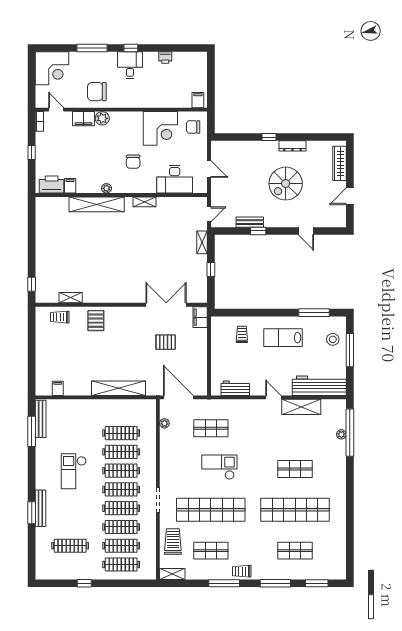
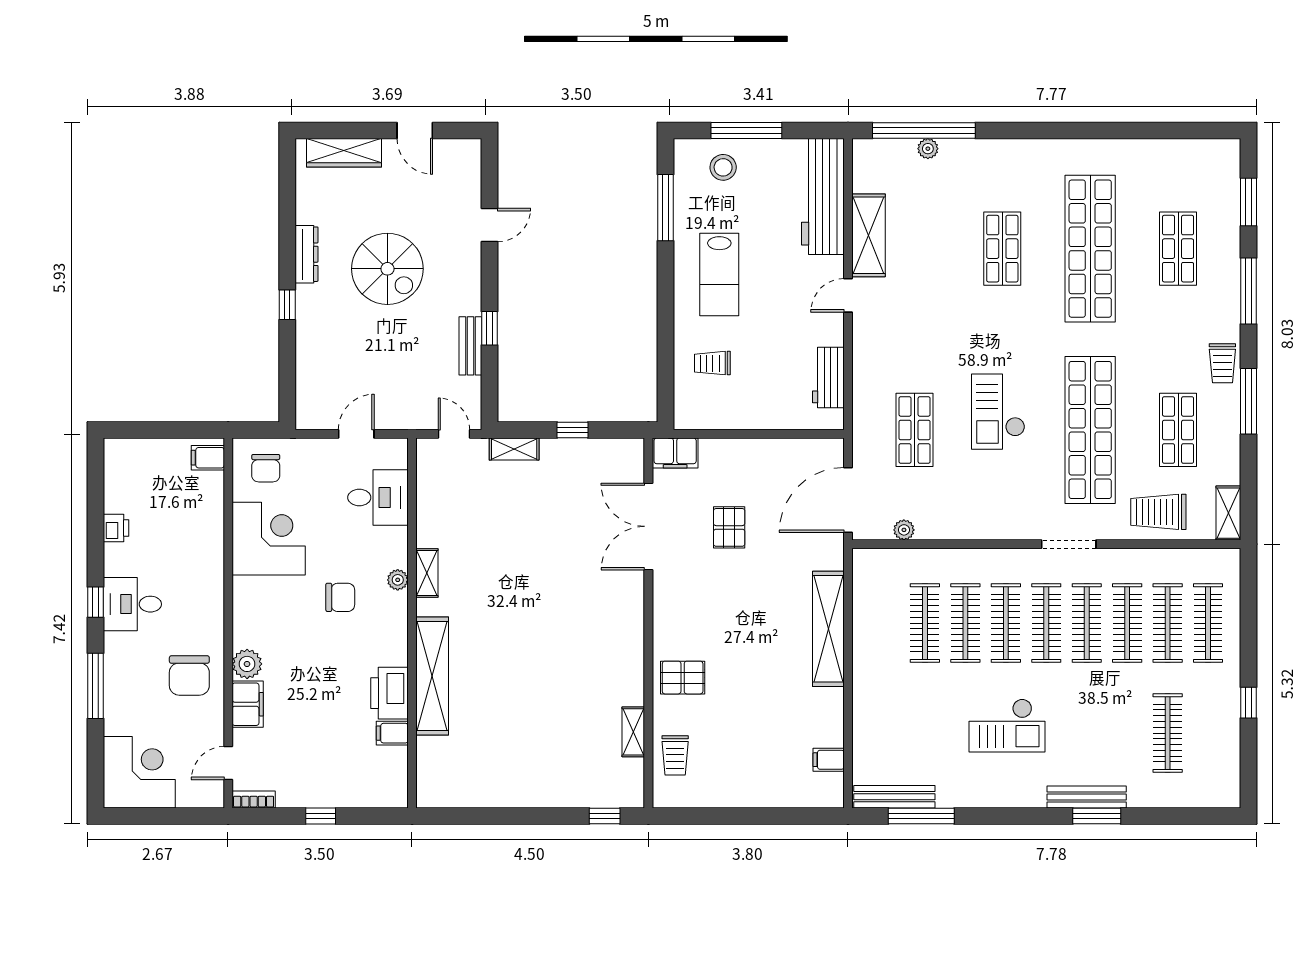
desk: (175, 179) -> (378, 498), width x0.73
printer: (52, 184) -> (389, 693), moved
plant: (106, 188) -> (398, 580), moved

